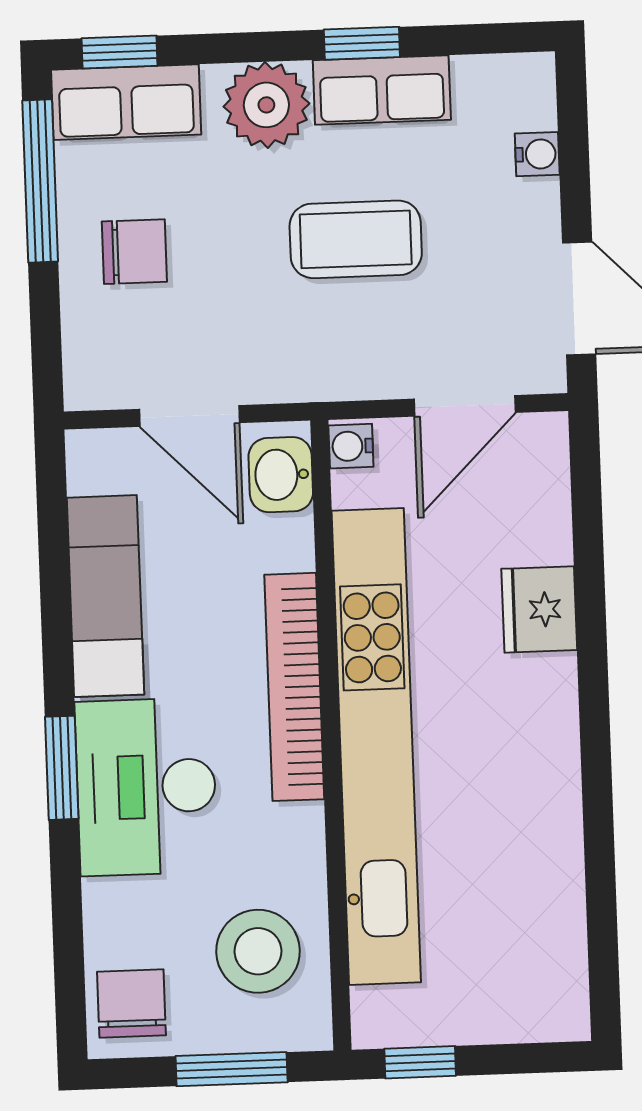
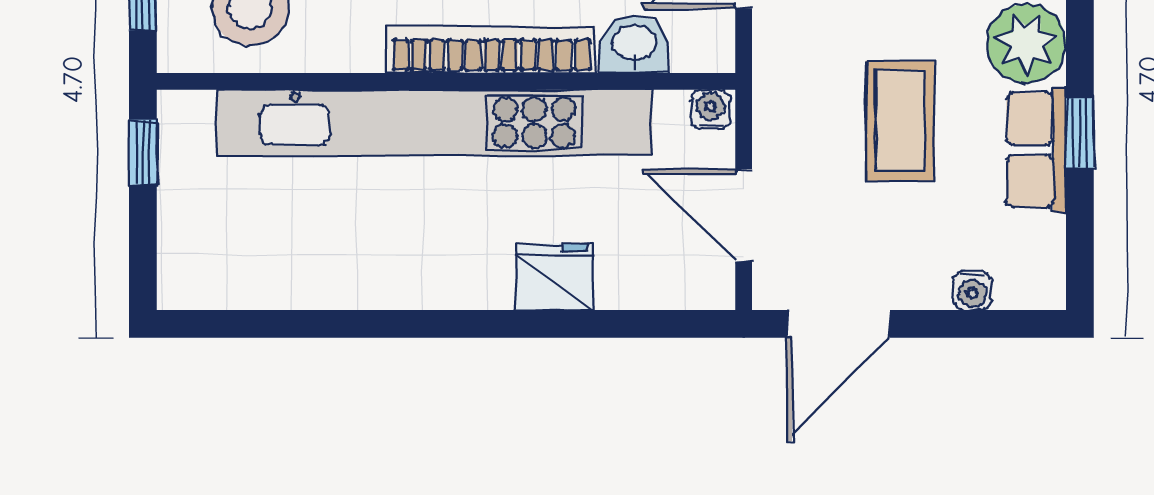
washbasin: (281, 475) -> (634, 44), moved

